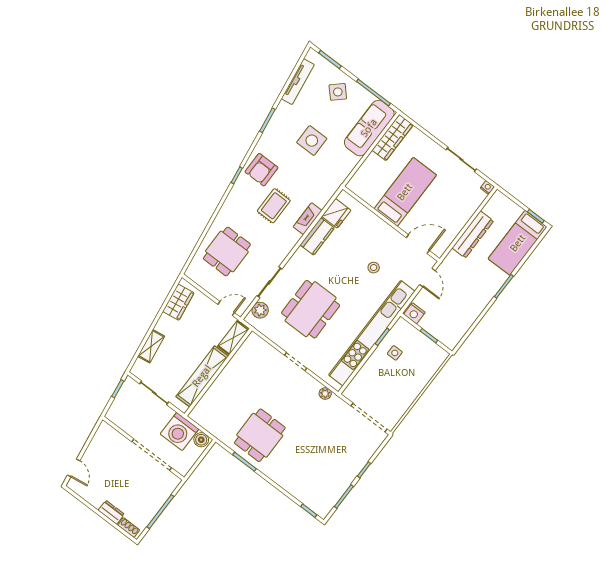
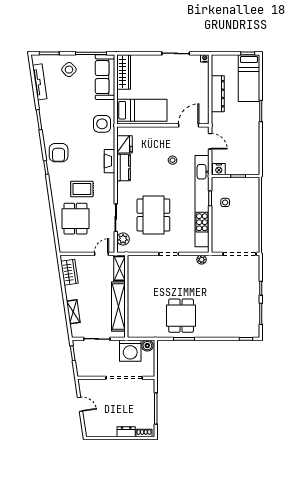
side table: (312, 141) -> (102, 124), moved
bed: (405, 192) -> (142, 110), moved, turned 90
rug: (274, 206) -> (82, 189), moved, turned 90
door: (74, 468) -> (80, 404), moved

